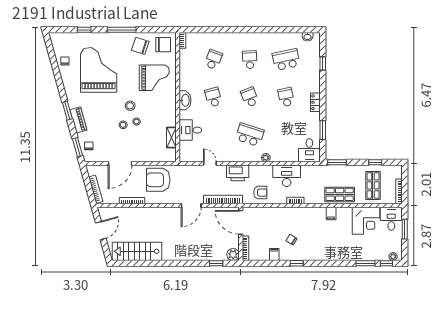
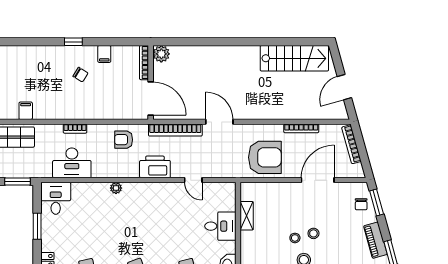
school desk: (250, 135) -> (138, 220), removed
desk: (287, 176) -> (72, 163), moved
door: (191, 205) -> (219, 122), hinge flipped
window: (216, 263) -> (185, 42), removed

